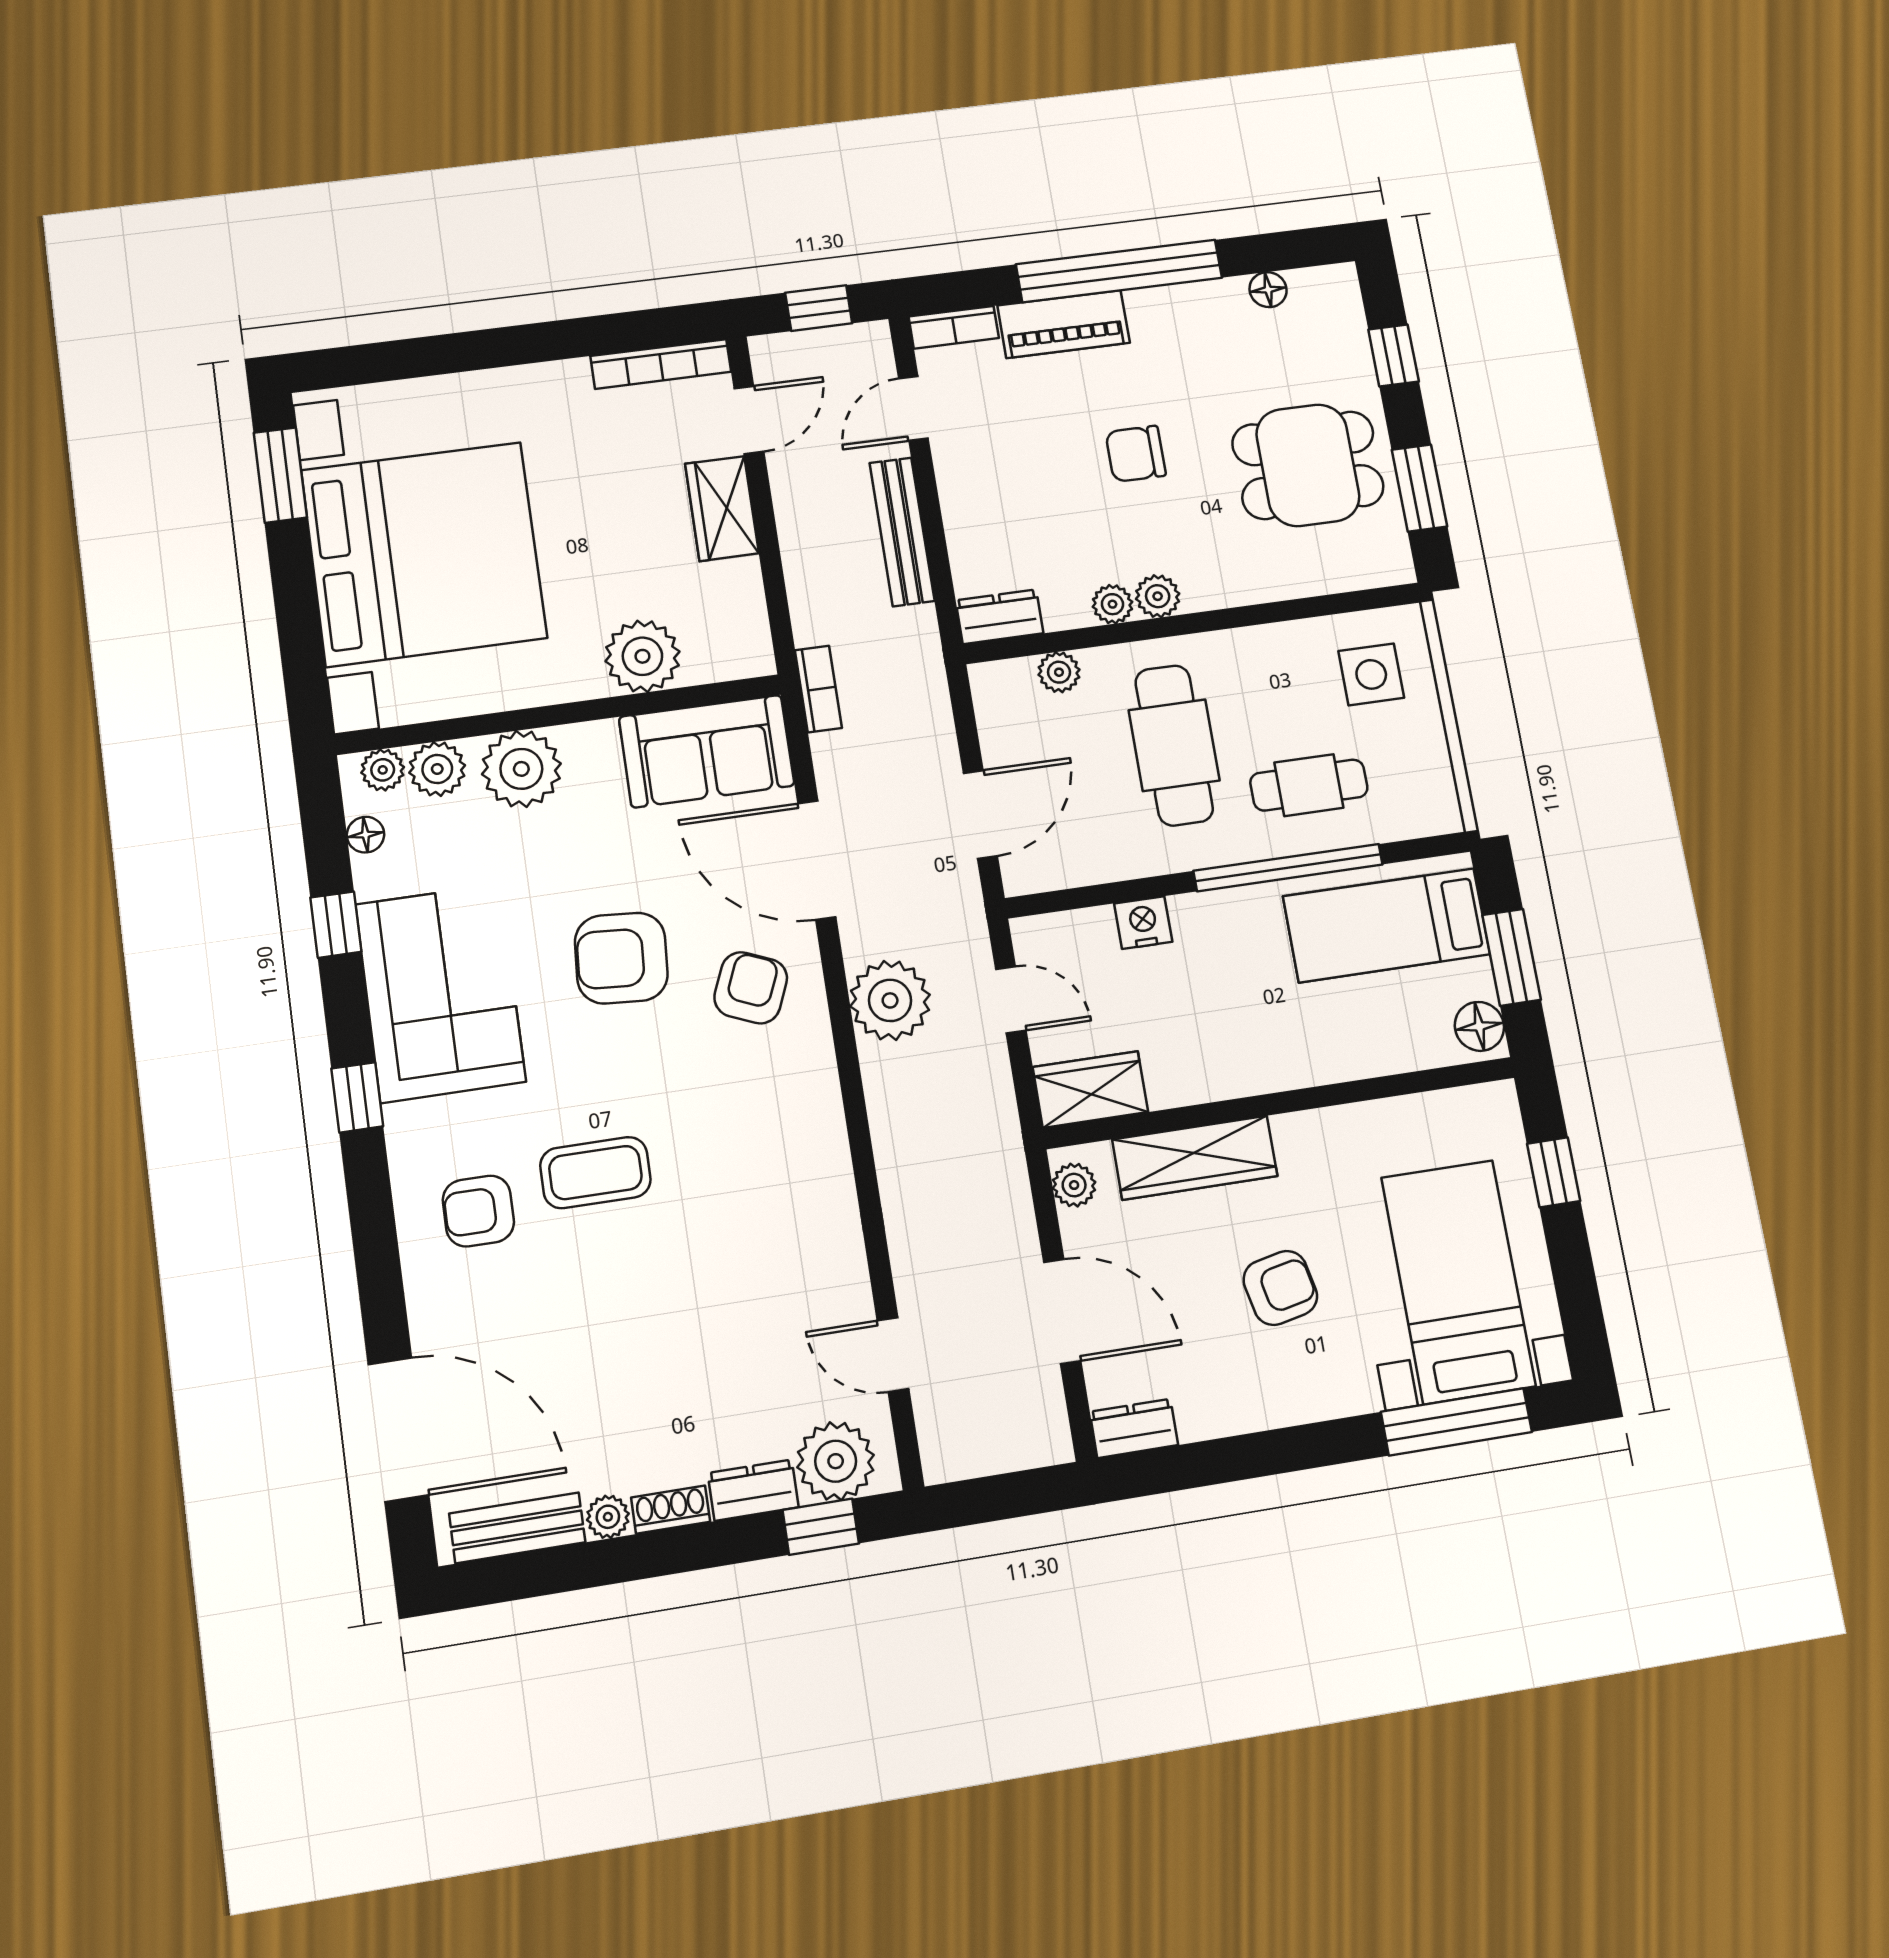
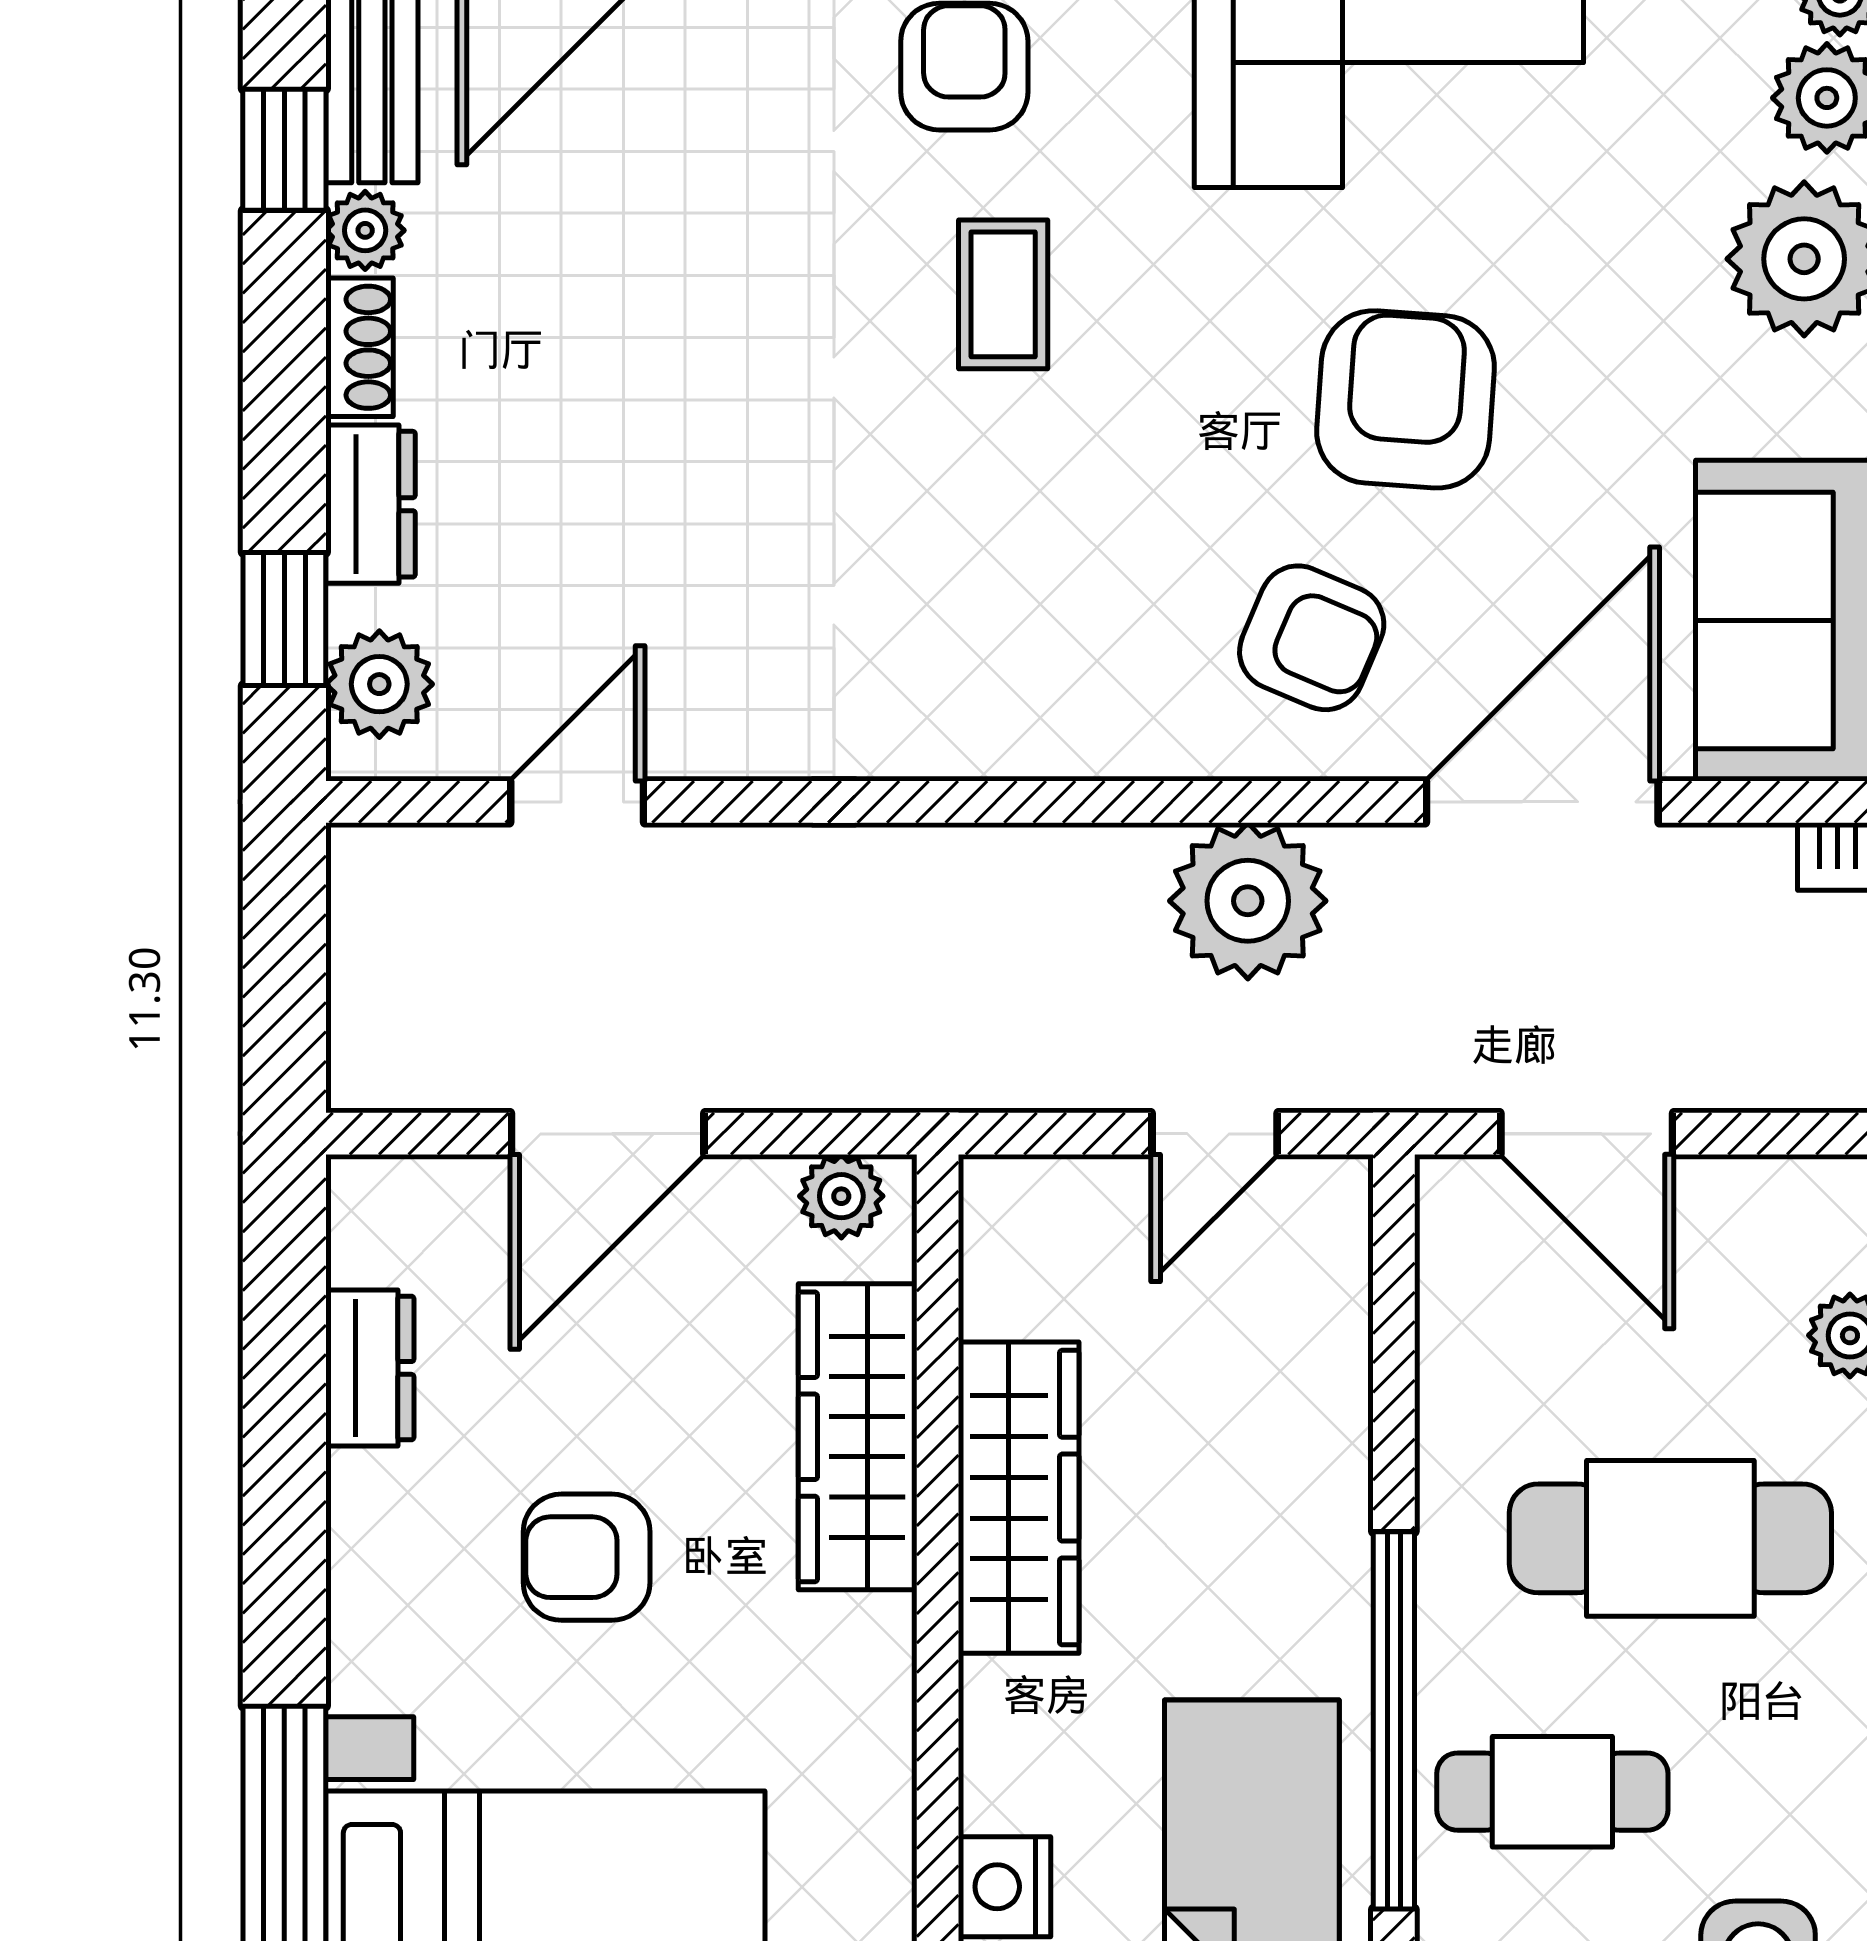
cafe table: (1309, 785) -> (1552, 1792), turned 90
nightstand: (1143, 923) -> (1005, 1887), moved, turned 180
wardrobe: (1090, 1090) -> (1019, 1498), moved, width x1.50
coffee table: (595, 1173) -> (1003, 294), width x0.73, depth x0.77
armchair: (1280, 1288) -> (587, 1557), turned 102
dresser: (1134, 1428) -> (370, 1368), moved
plant: (836, 1461) -> (379, 684), width x0.73, depth x0.73
window: (571, 1568) -> (284, 150), added

